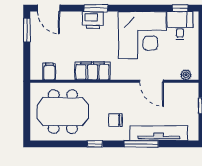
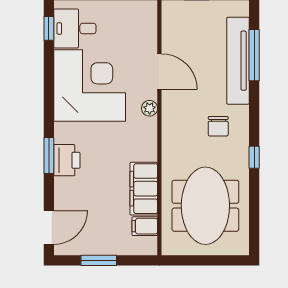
window: (27, 30) -> (99, 260), moved
filing cabinet: (92, 71) -> (144, 189), moved
plant: (186, 75) -> (150, 108), moved
door: (151, 81) -> (159, 72), hinge flipped
window: (141, 144) -> (254, 55), moved

